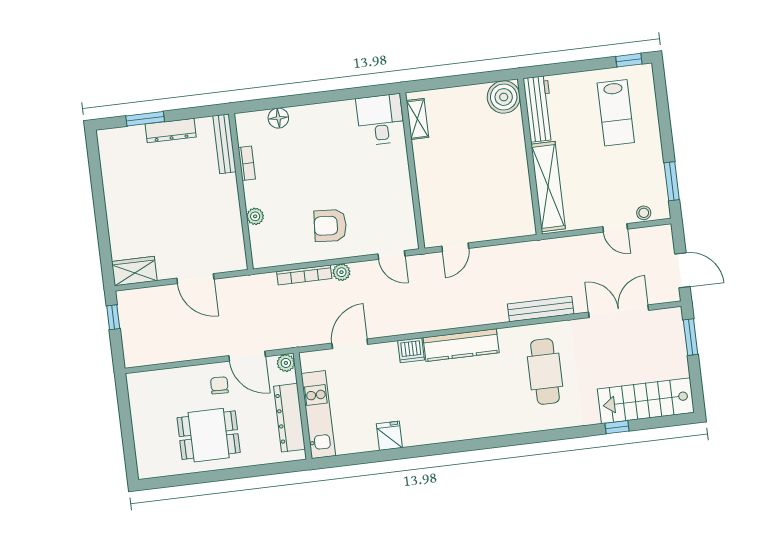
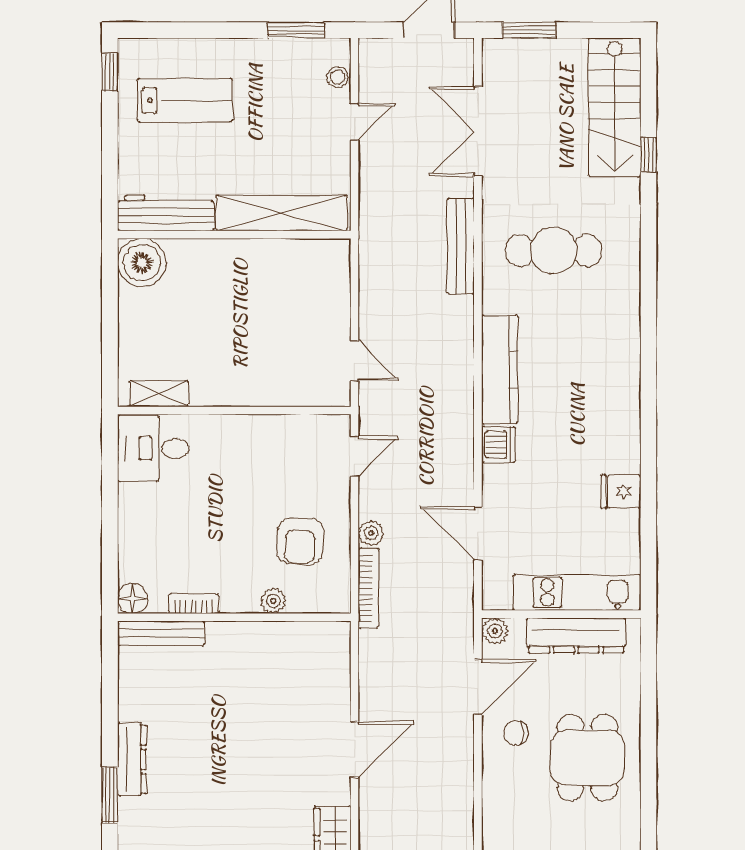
bench: (224, 144) -> (161, 633), moved
bookcase: (247, 163) -> (194, 604), moved
wall: (241, 191) -> (234, 617), moved
plant: (255, 216) -> (273, 601), moved

